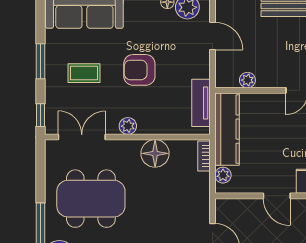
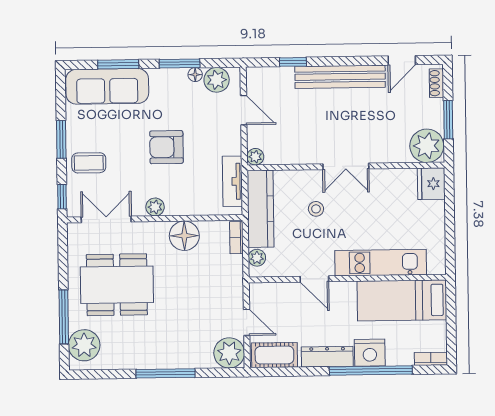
coffee table: (84, 73) -> (89, 163), moved
plant: (247, 80) -> (255, 157), moved
stool: (279, 130) -> (316, 209), added

